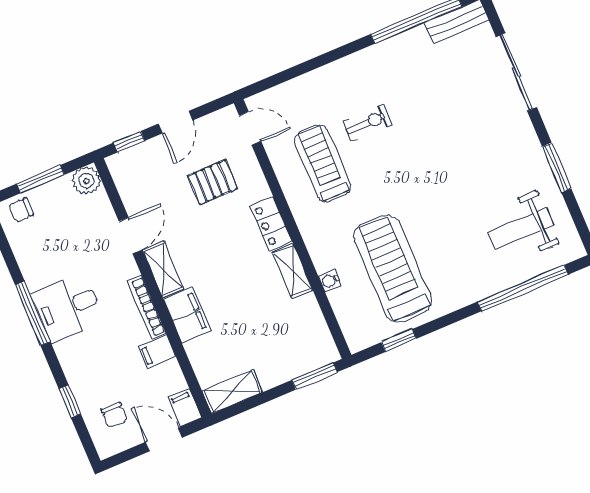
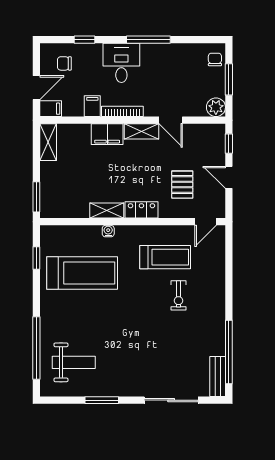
weight bench: (521, 228) -> (74, 362), turned 90
water cooler: (330, 281) -> (108, 231), moved
desk: (68, 307) -> (121, 63), moved

